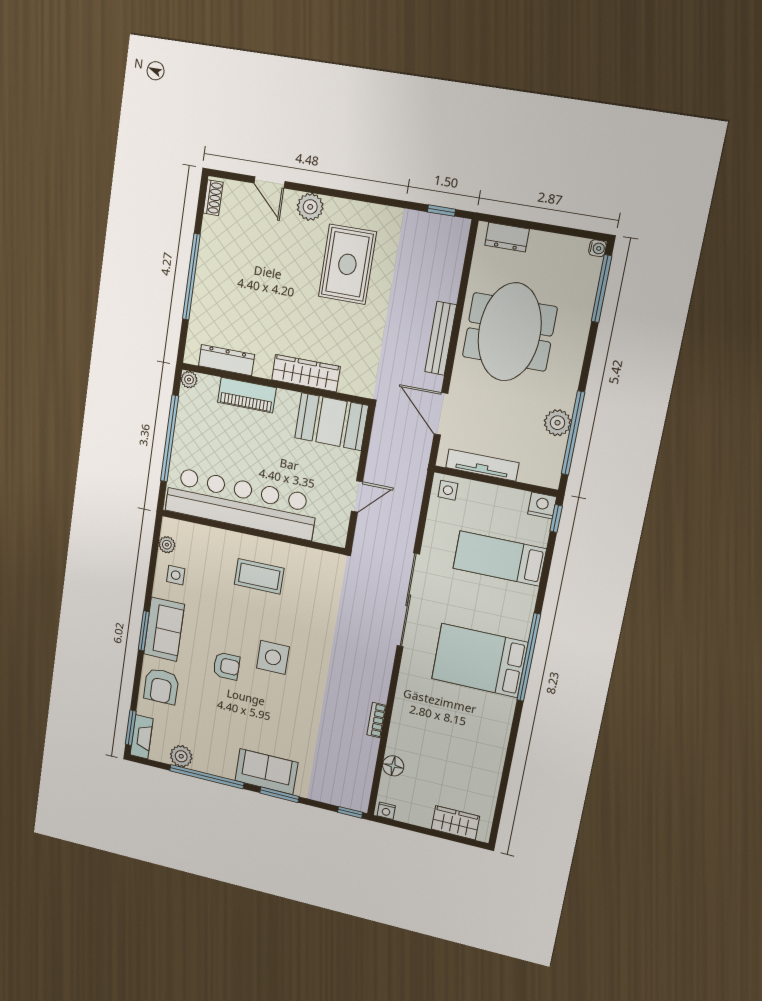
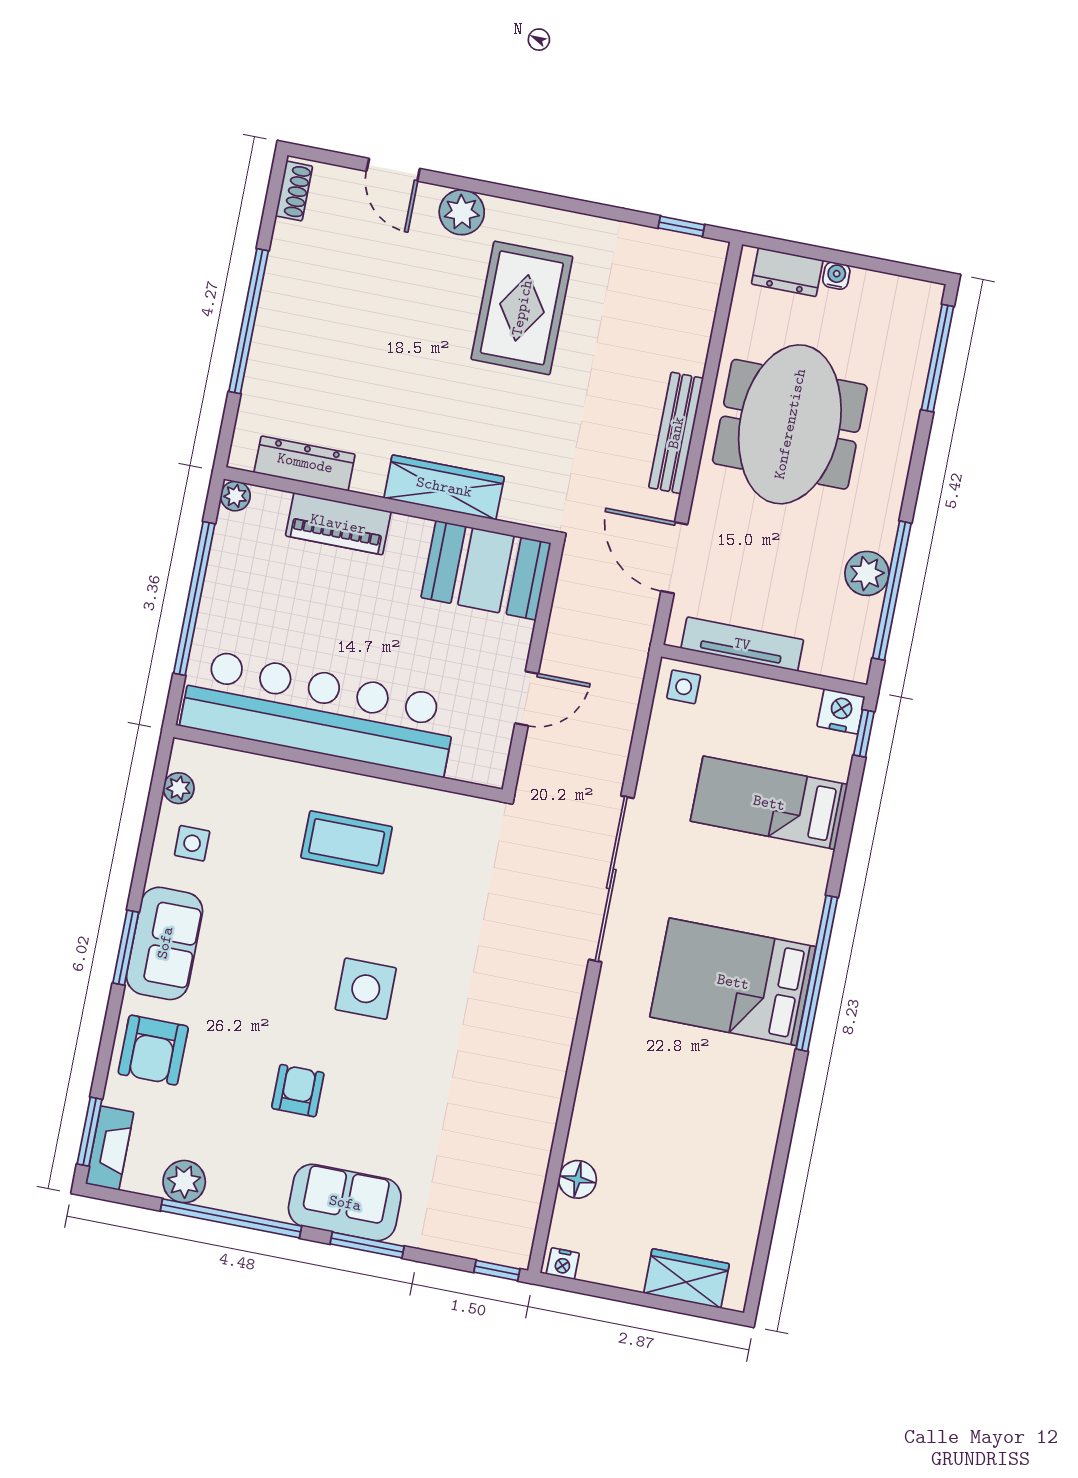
water cooler: (597, 248) -> (836, 276), moved, turned -90
armchair: (226, 666) -> (298, 1091), moved, turned -90
bookcase: (377, 720) -> (550, 1097), removed

